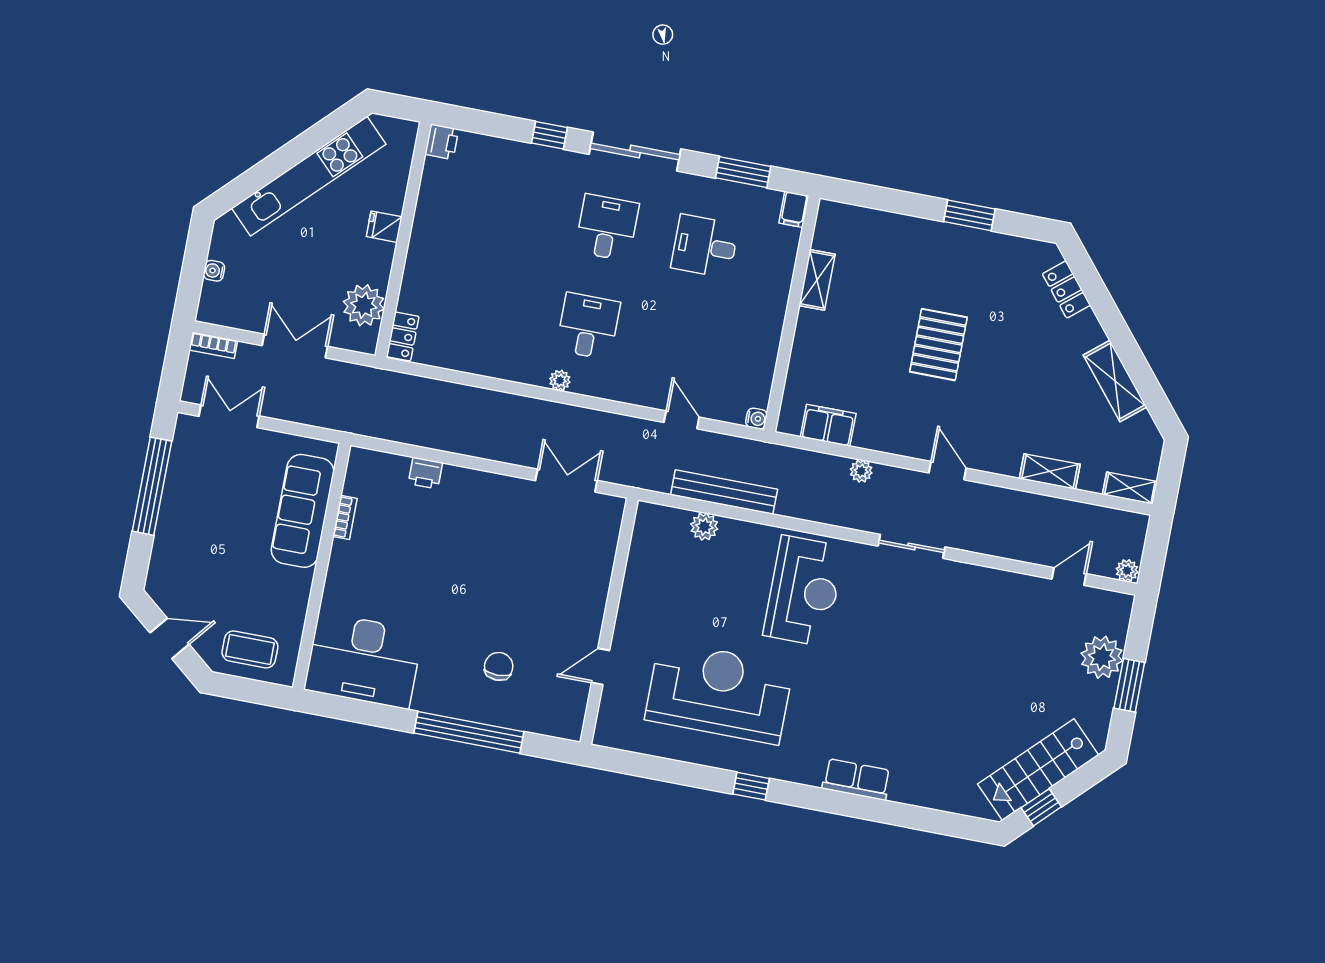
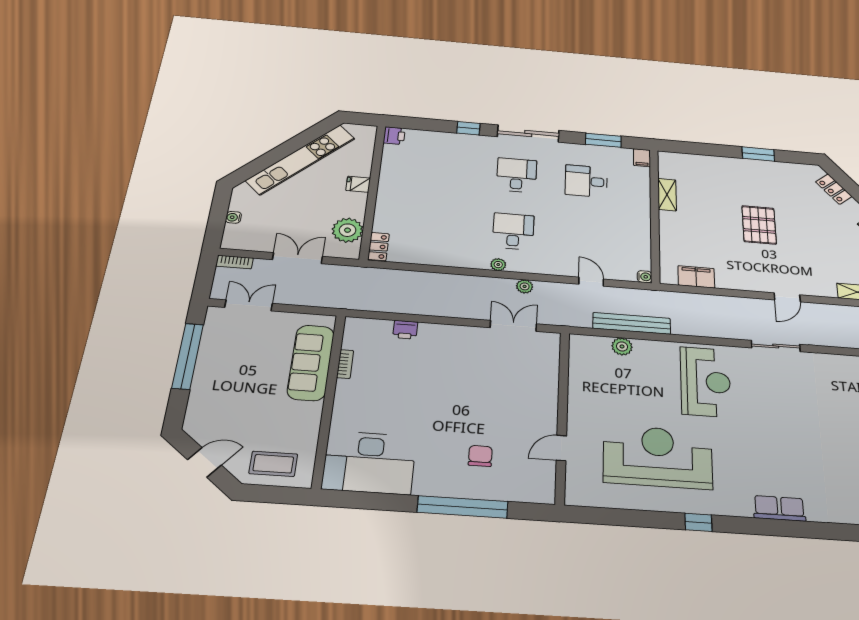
plant: (861, 471) -> (525, 286), moved
door: (948, 471) -> (787, 297), swing flipped

